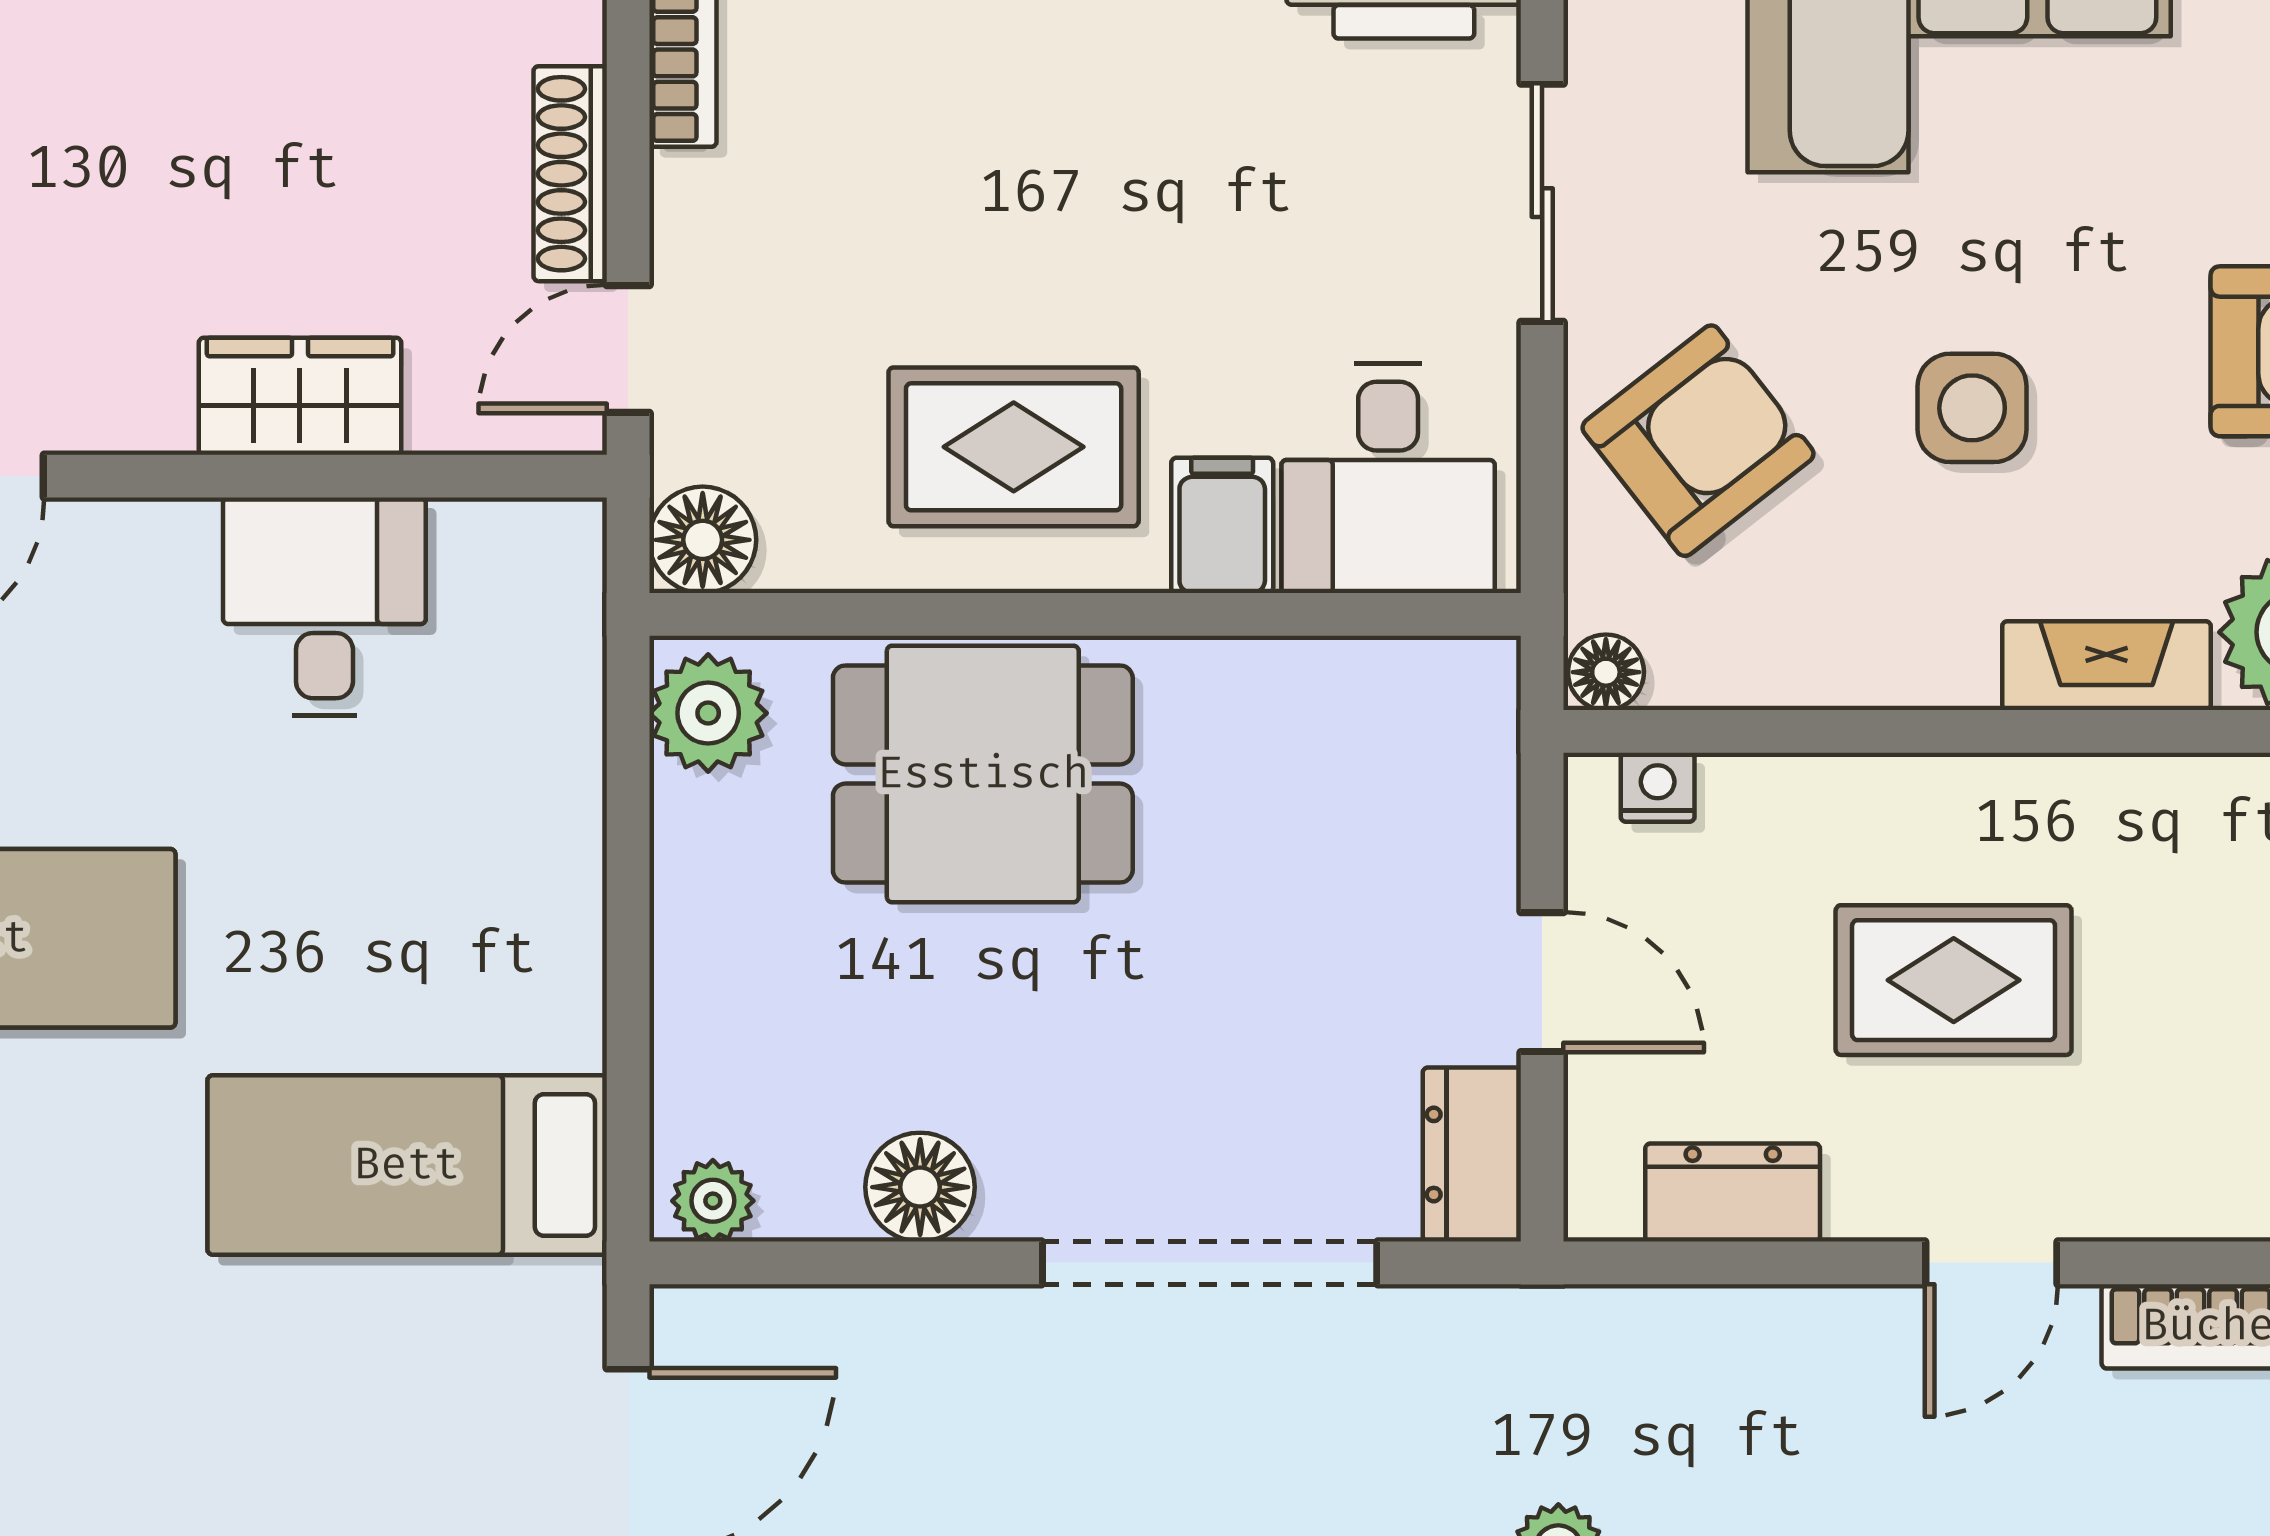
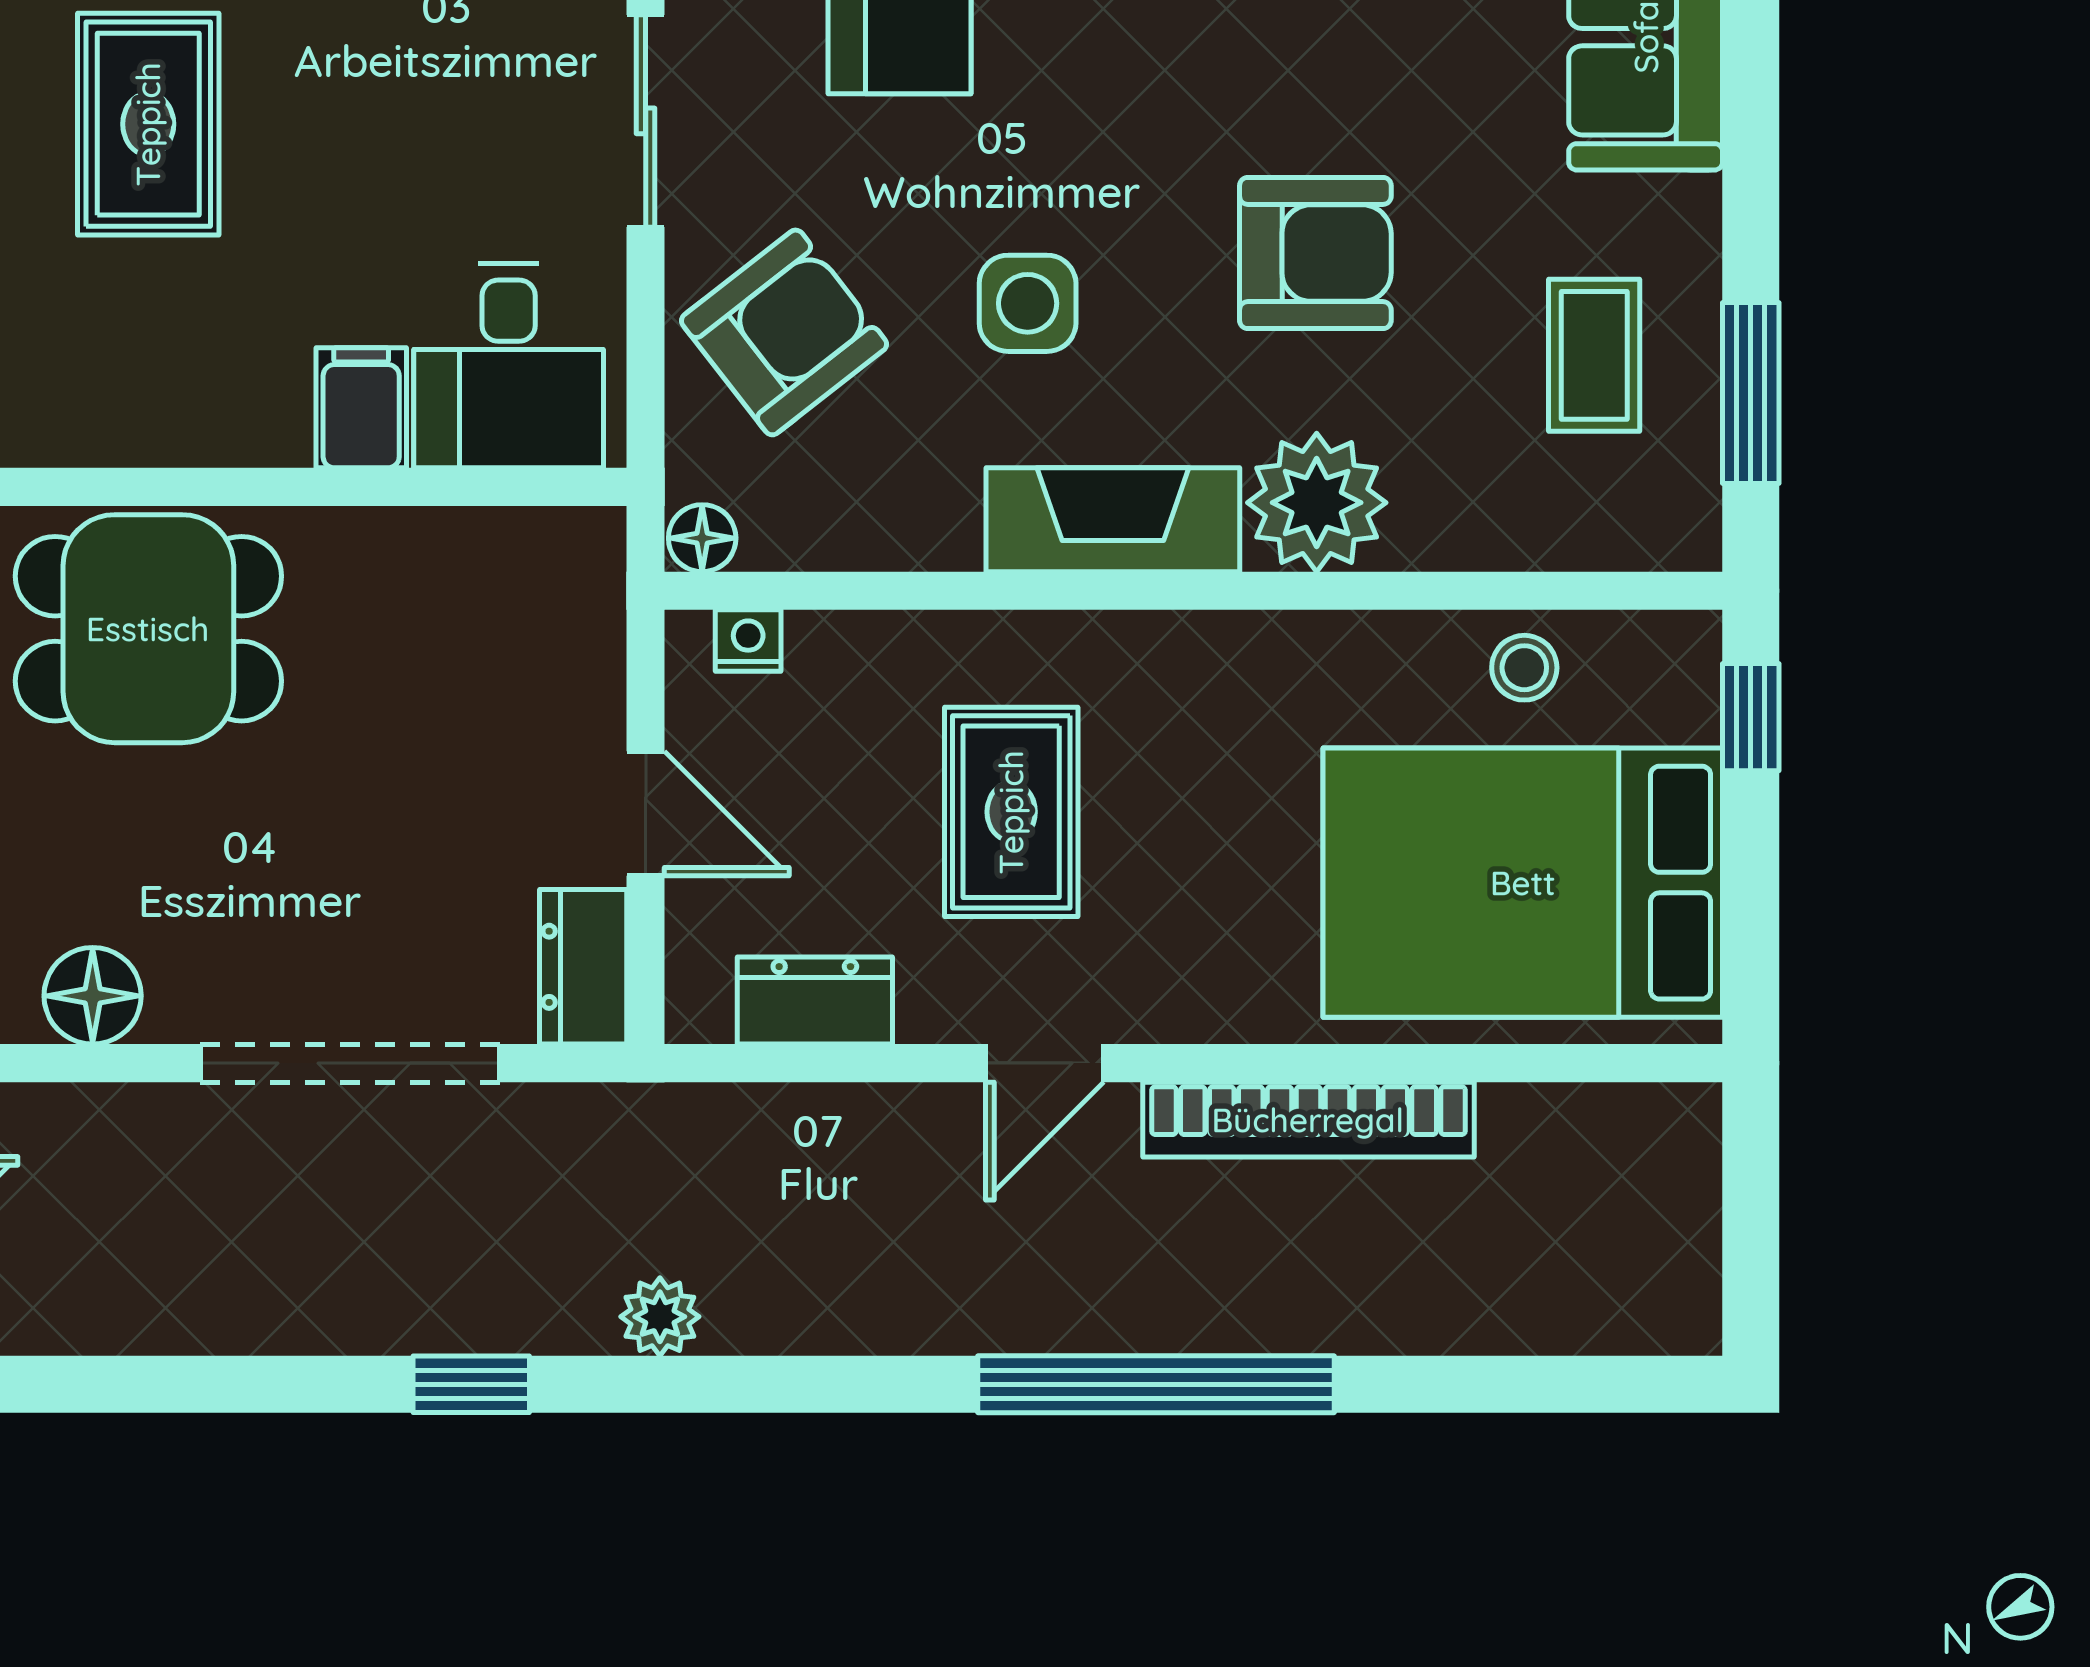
rug: (1014, 447) -> (148, 124), moved, turned 90
fireplace: (2107, 666) -> (1113, 520), width x1.37, depth x1.32
rug: (1954, 980) -> (1011, 812), turned 90

